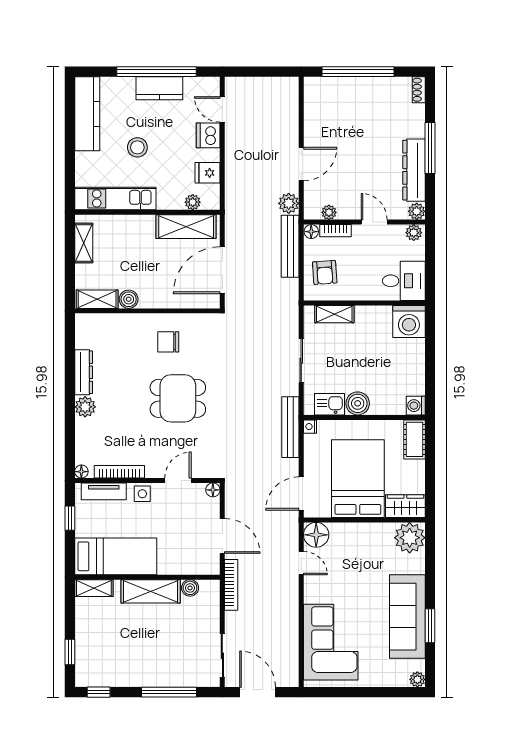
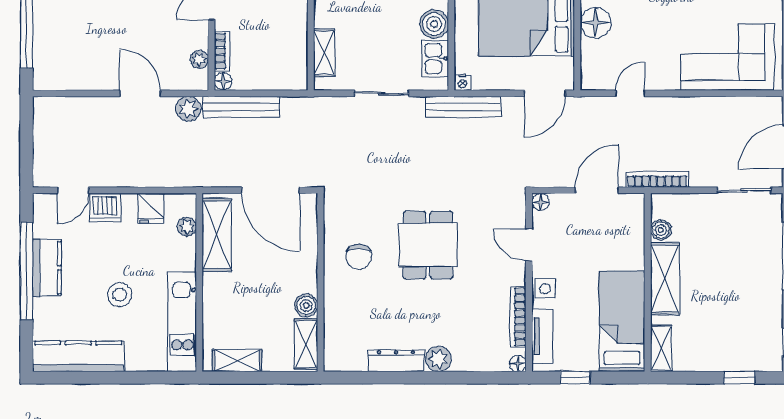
armchair: (325, 272) -> (273, 65), removed
door: (301, 494) -> (545, 93), hinge flipped
floor lamp: (316, 535) -> (596, 23), moved

